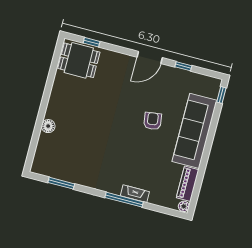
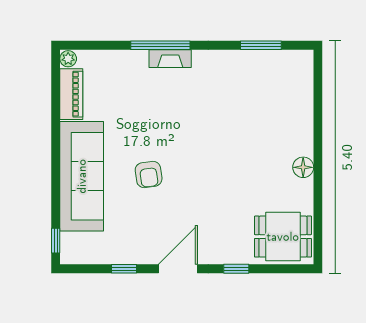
window: (92, 42) -> (236, 269), moved
floor lamp: (48, 126) -> (303, 167), moved
fireplace: (135, 194) -> (170, 59), moved

